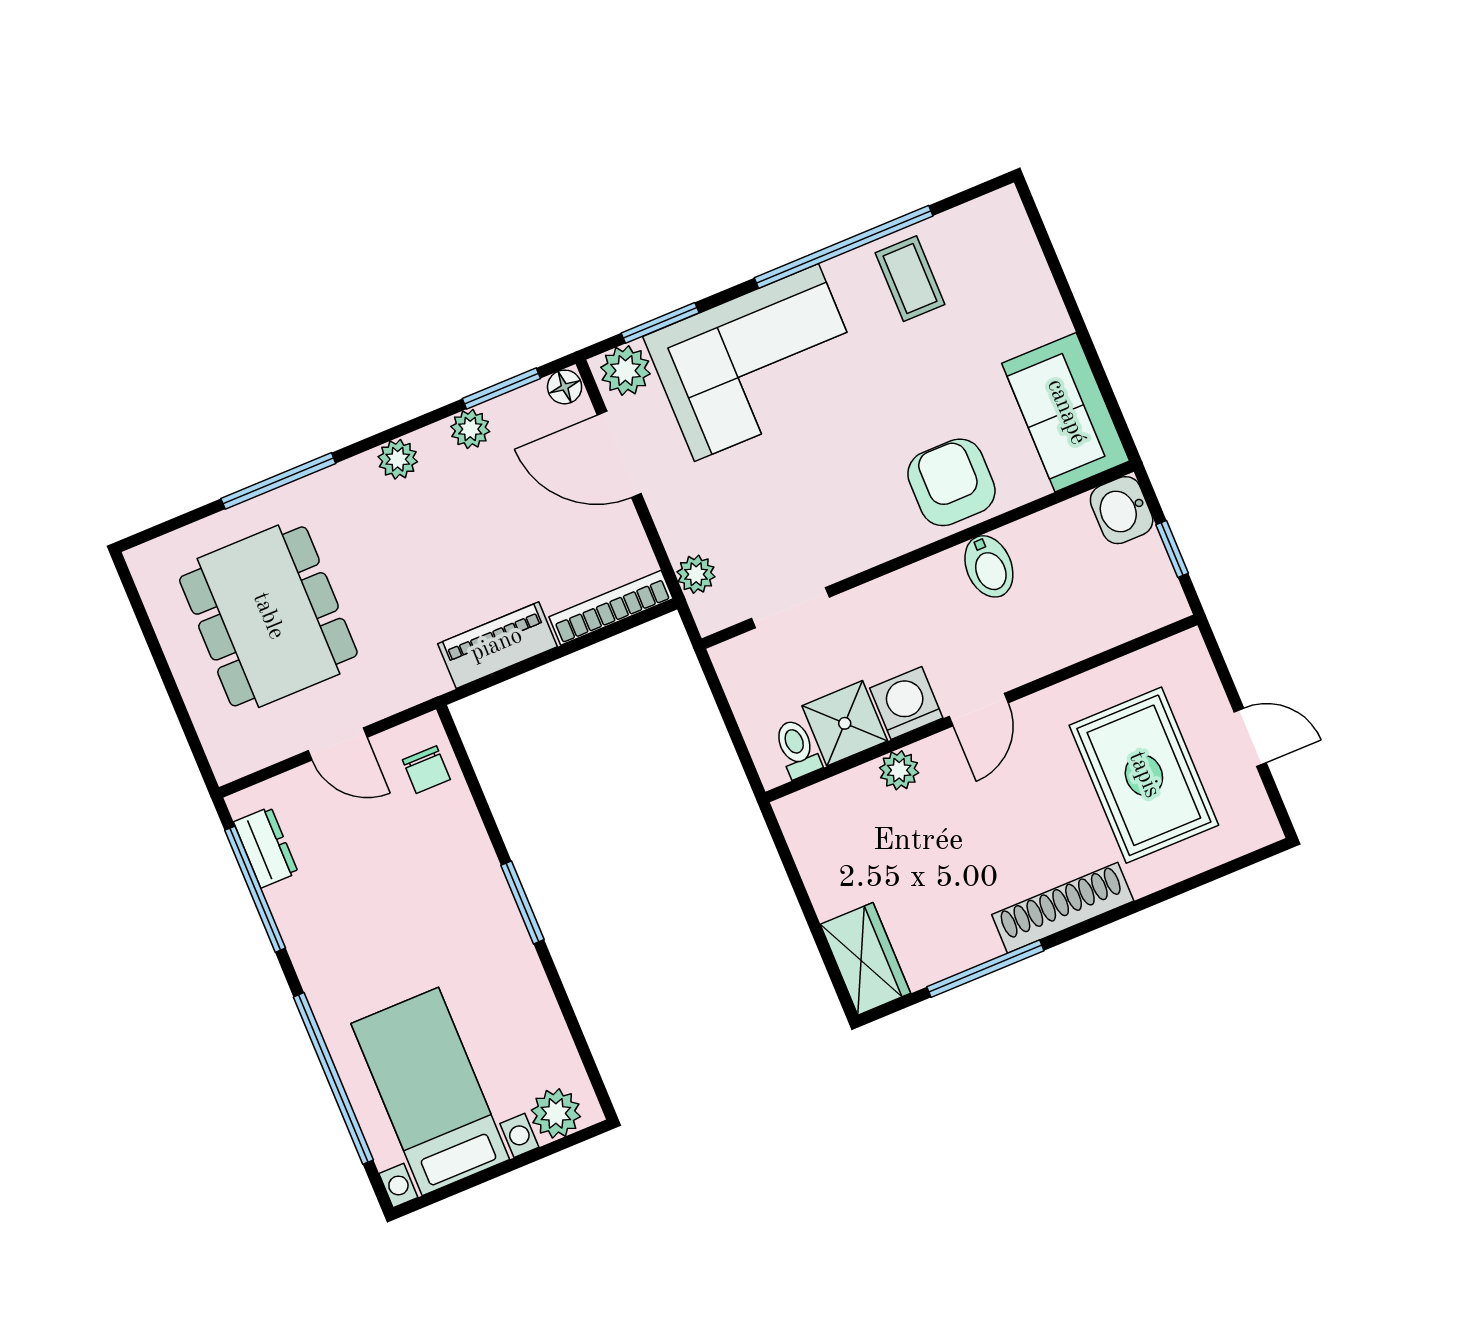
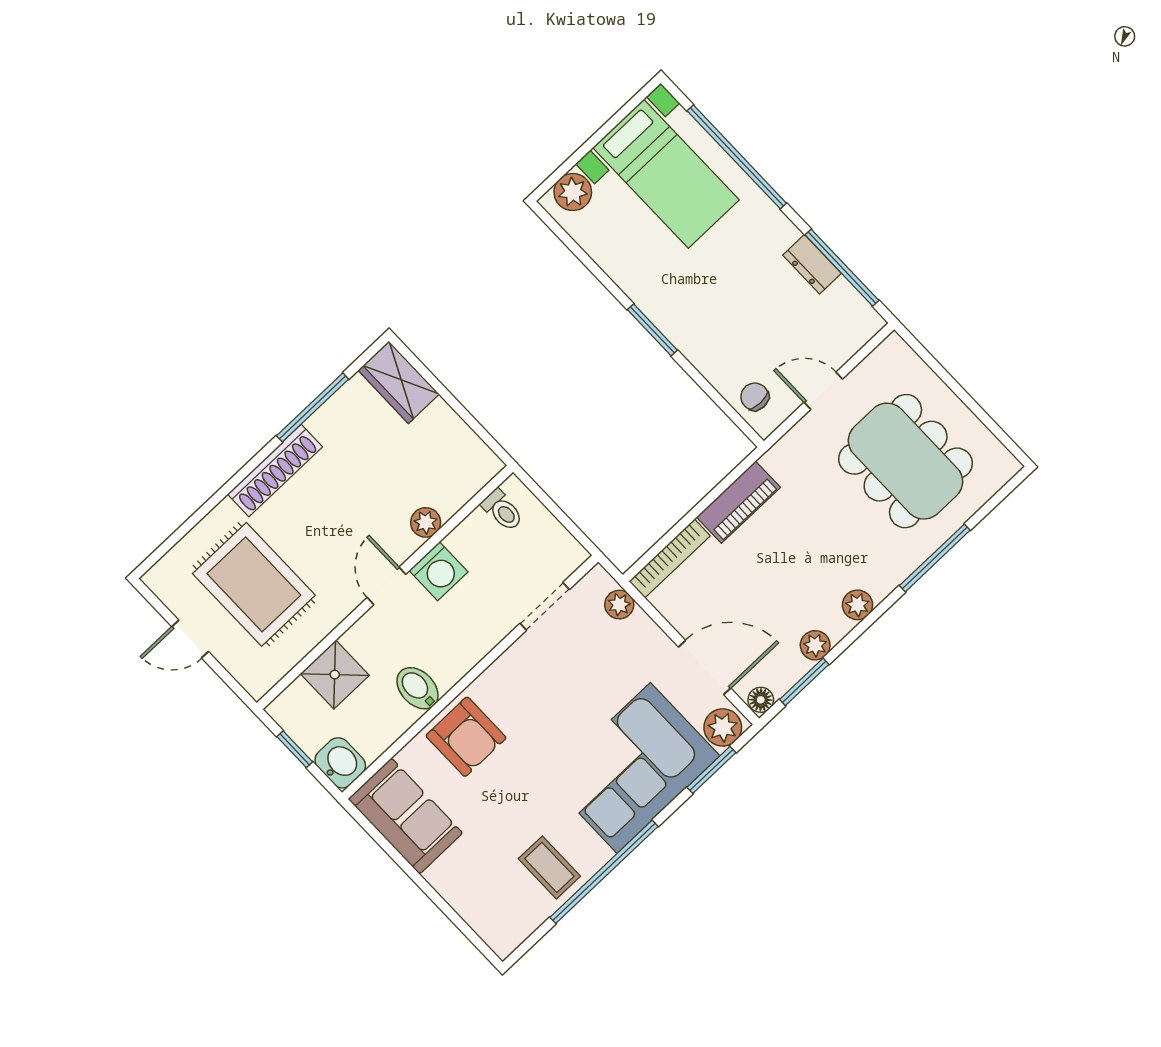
shower: (845, 723) -> (335, 675), moved
dresser: (266, 847) -> (812, 264), moved

